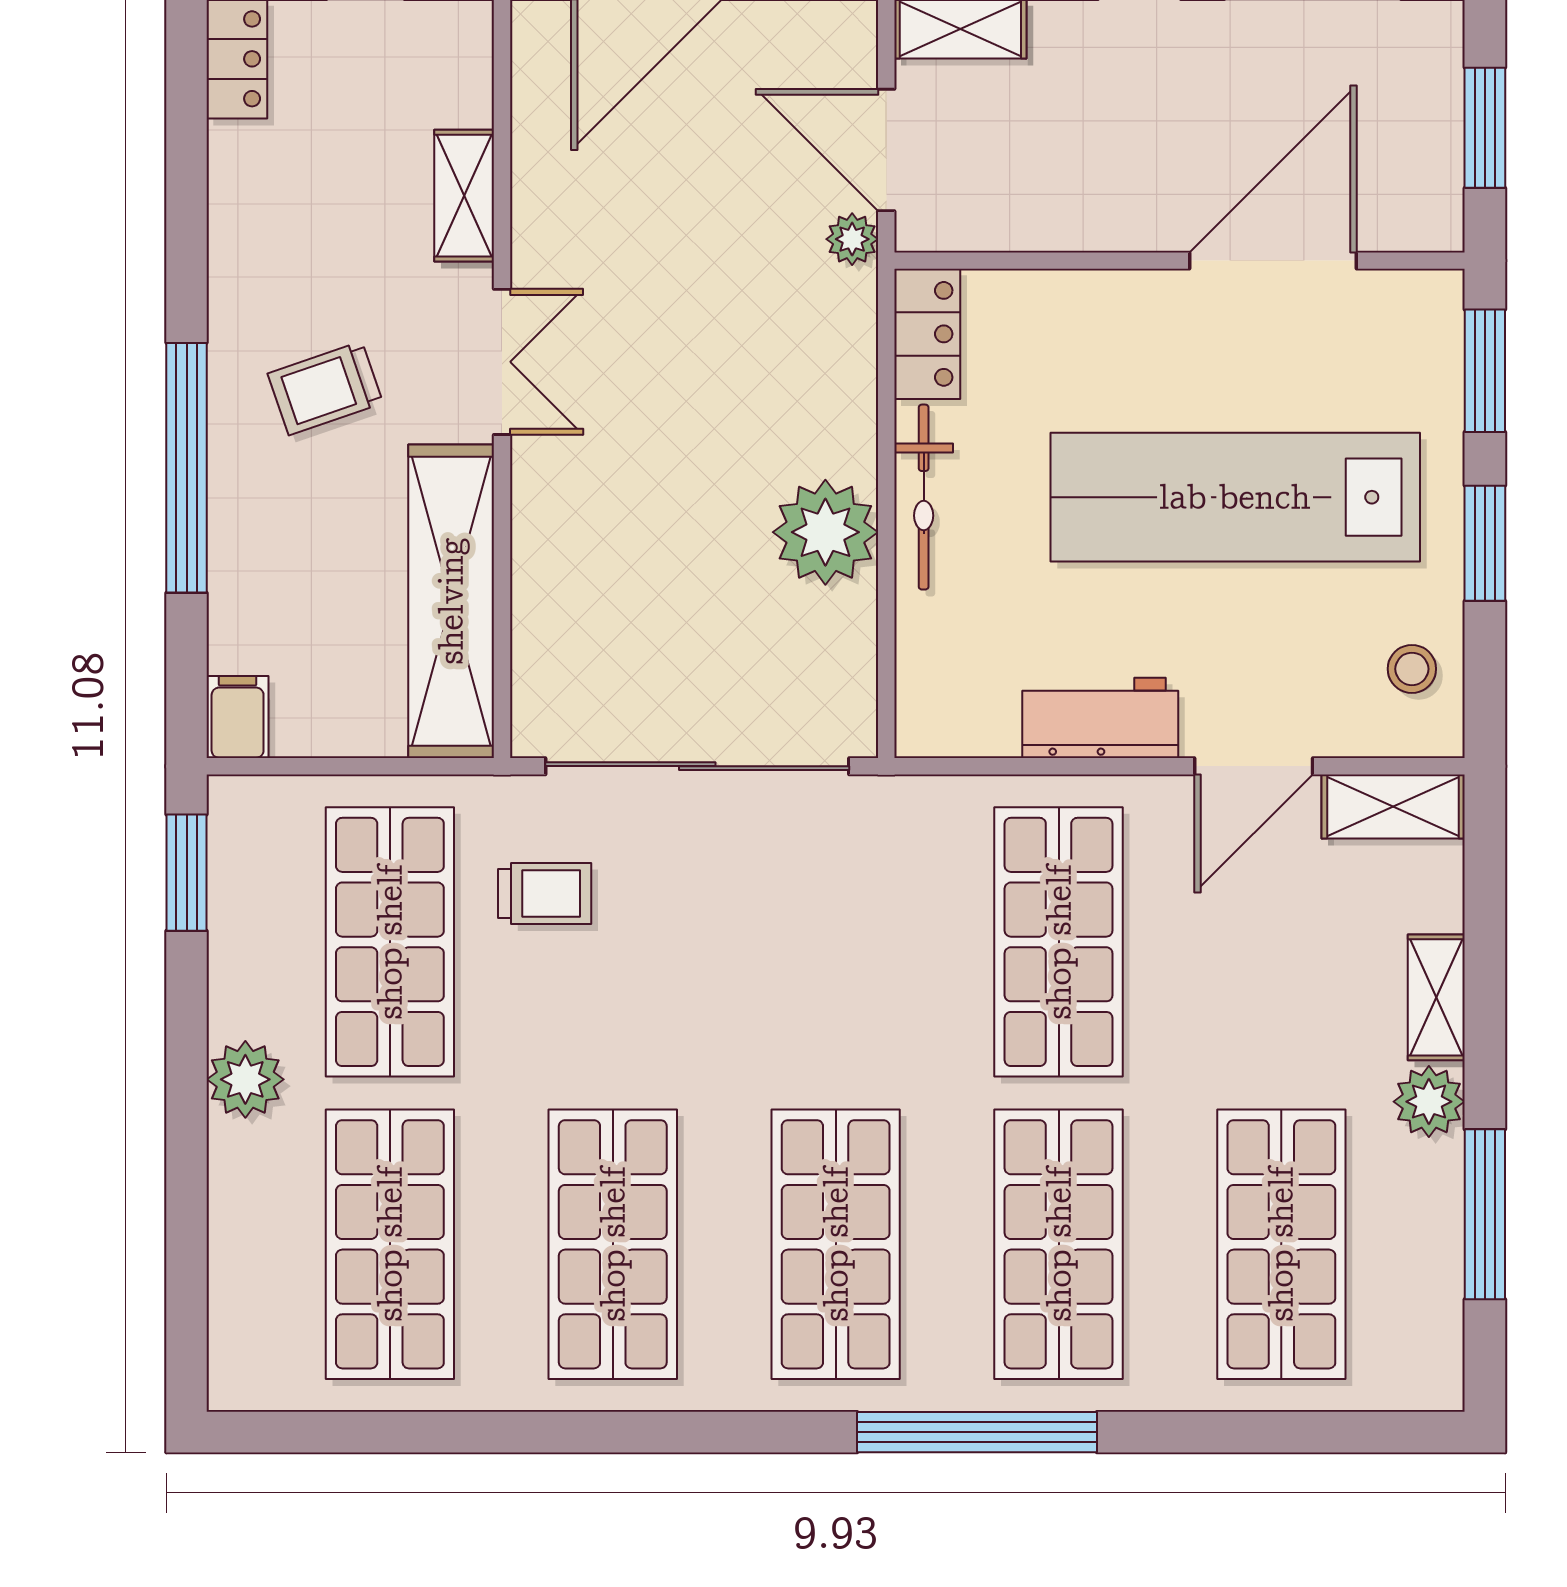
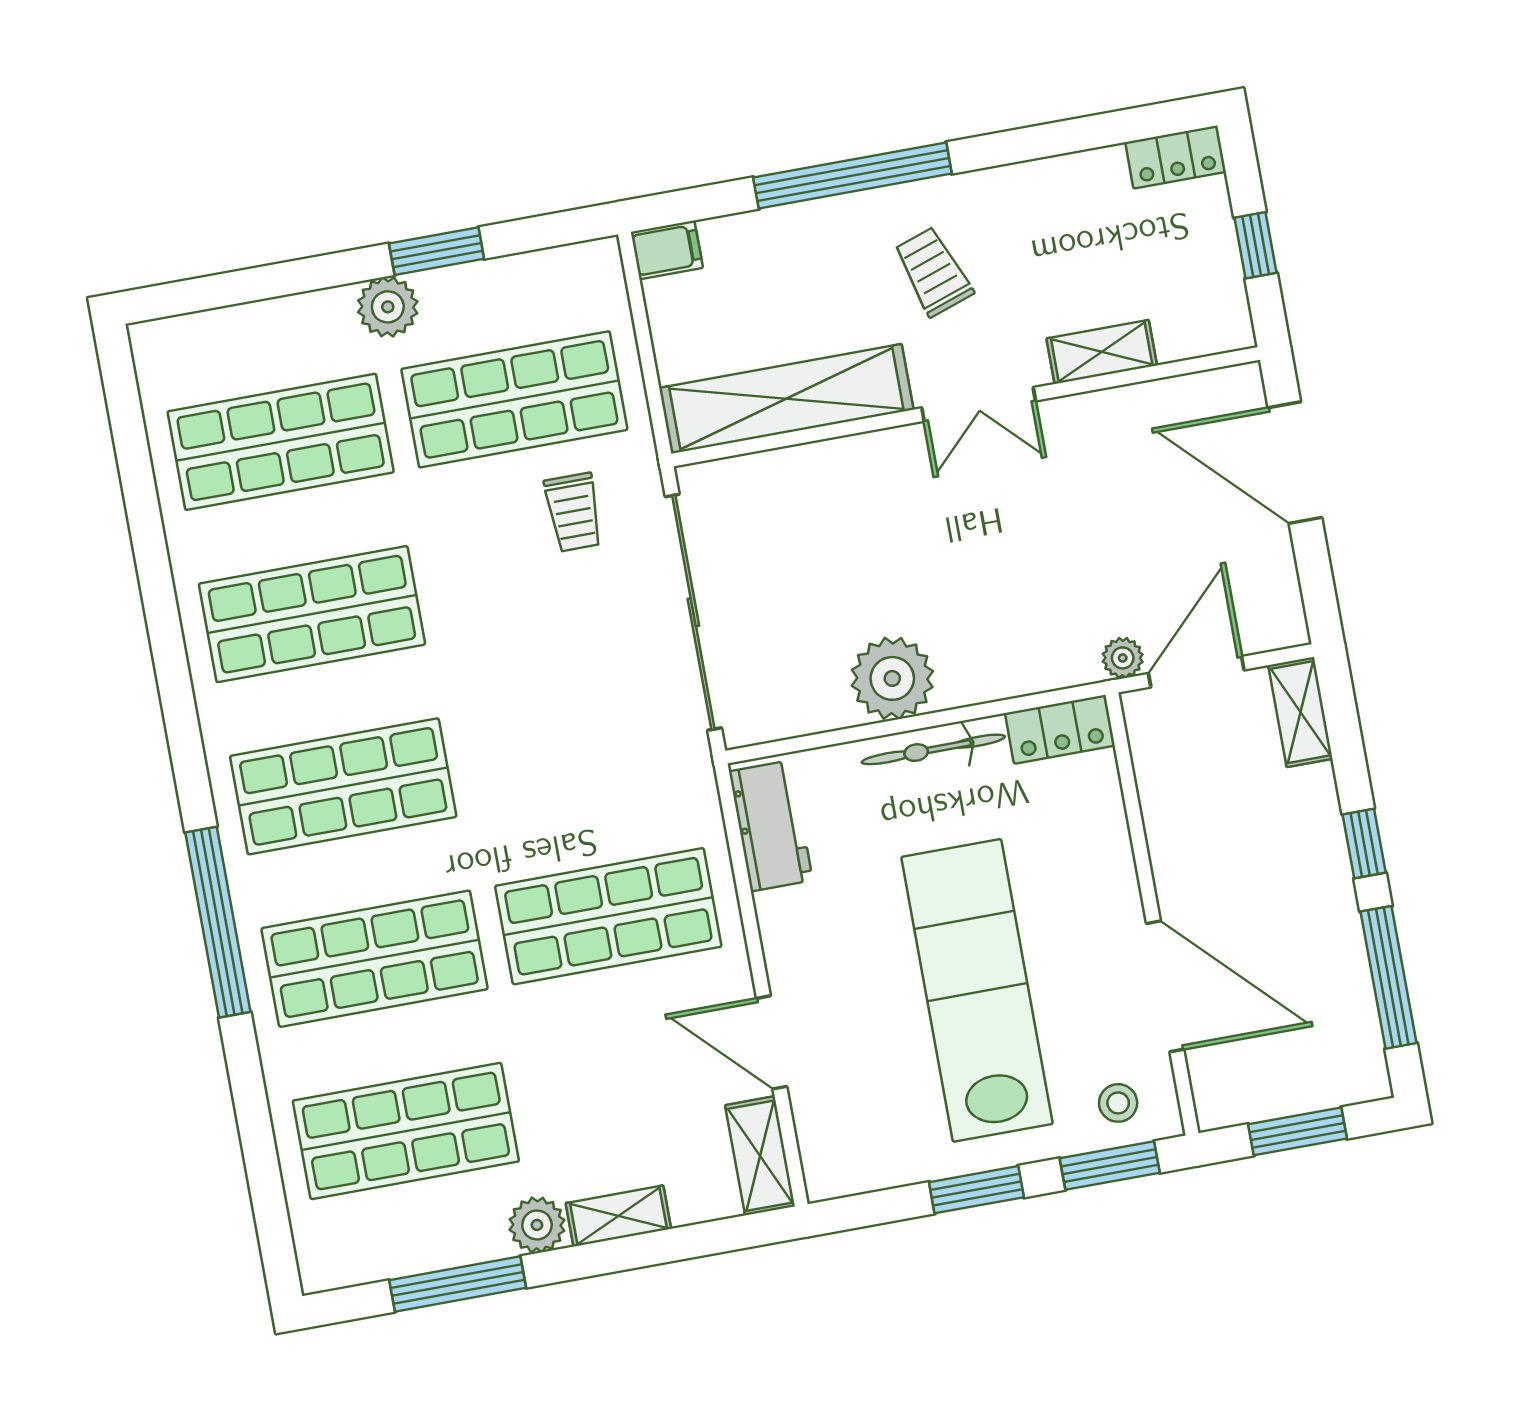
stool: (1412, 669) -> (1118, 1103), moved
workbench: (1100, 718) -> (771, 826), moved
window: (187, 873) -> (437, 251), moved

